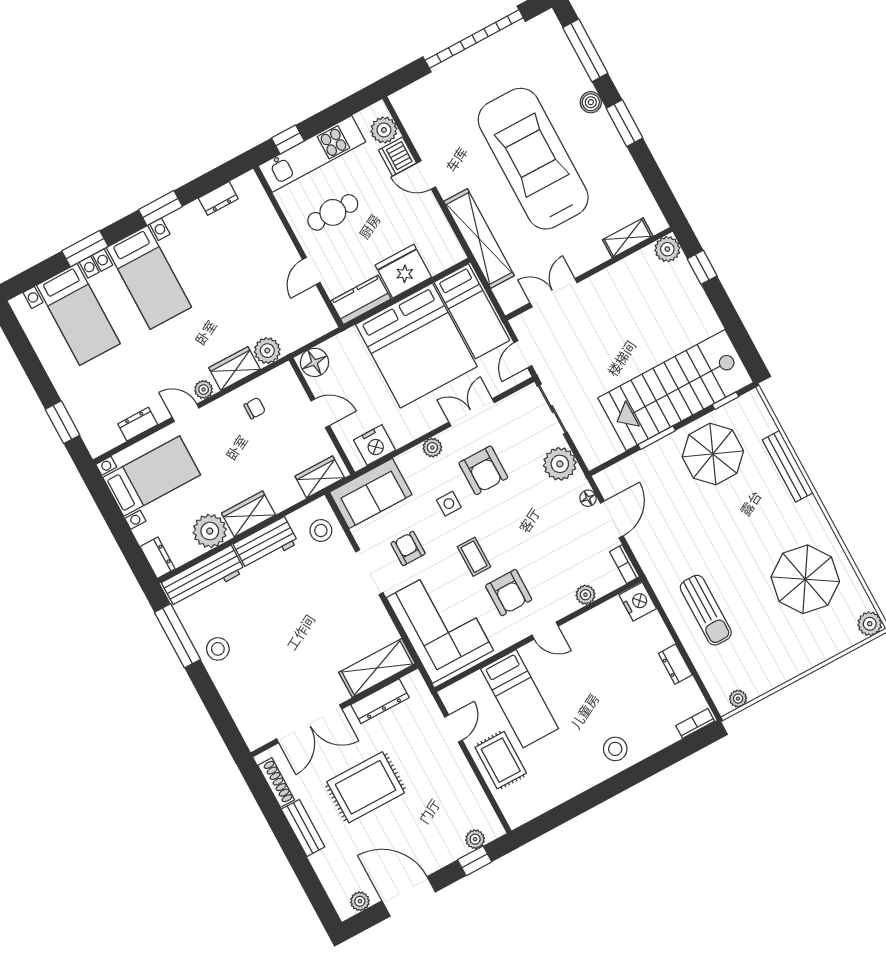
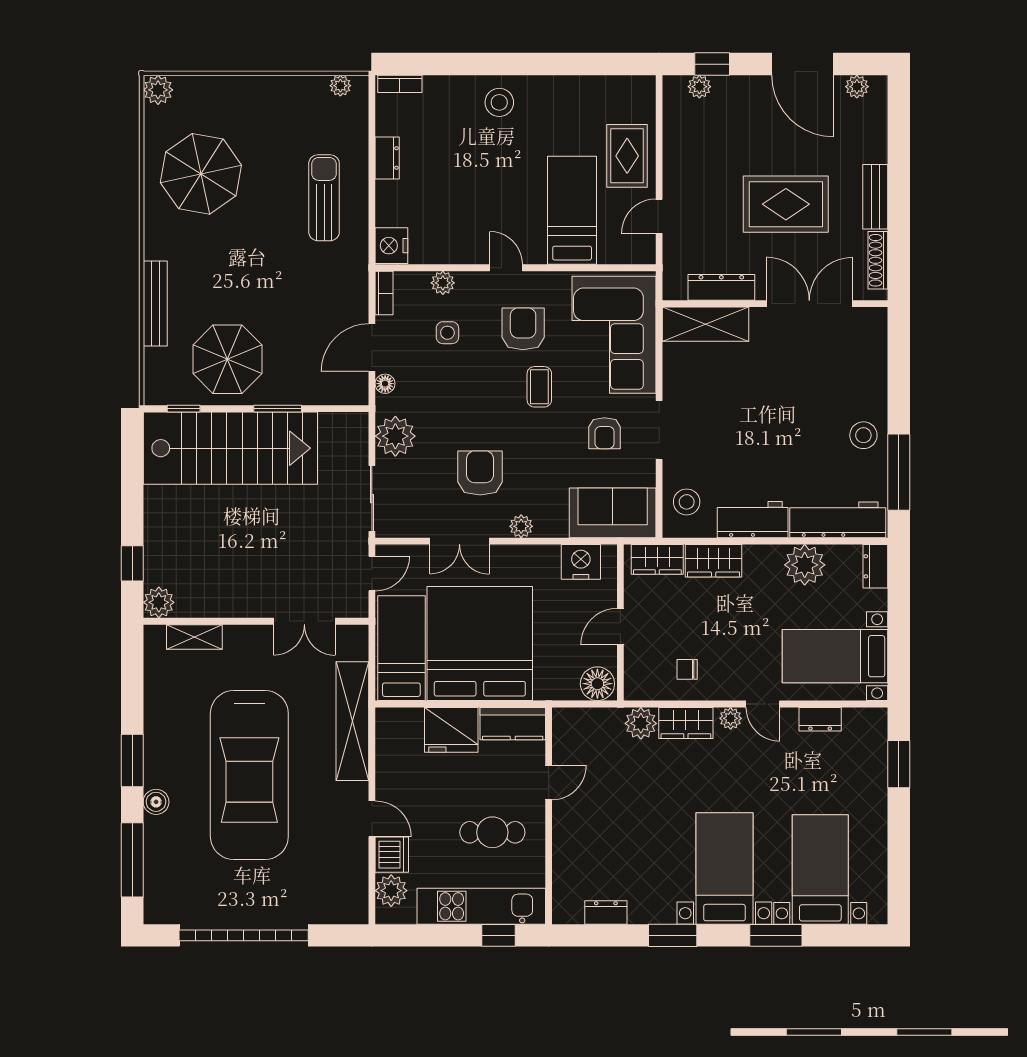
door: (320, 413) -> (620, 627), hinge flipped
side table: (449, 504) -> (447, 333), moved
wardrobe: (248, 514) -> (714, 561), moved

